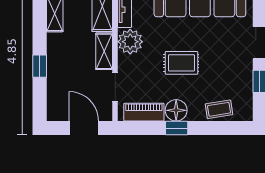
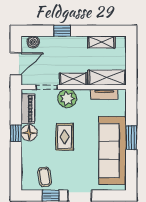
plant: (130, 42) -> (67, 98), moved
boiler: (55, 105) -> (33, 42), added
coffee table: (219, 109) -> (45, 177), moved

